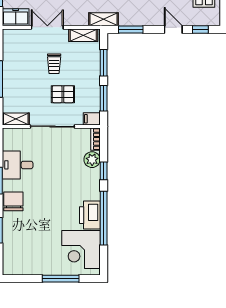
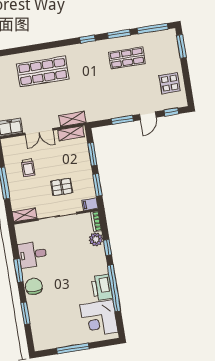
shelving: (103, 19) -> (72, 119), moved
double door: (47, 27) -> (39, 132), swing flipped
window: (131, 29) -> (122, 120), moved
door: (173, 29) -> (148, 116), swing flipped
trolley: (54, 64) -> (28, 168), moved
window: (61, 279) -> (73, 348), moved

